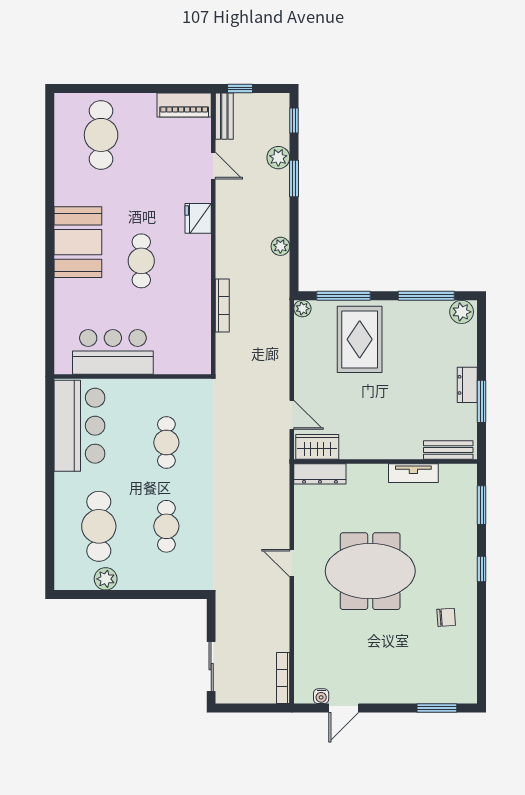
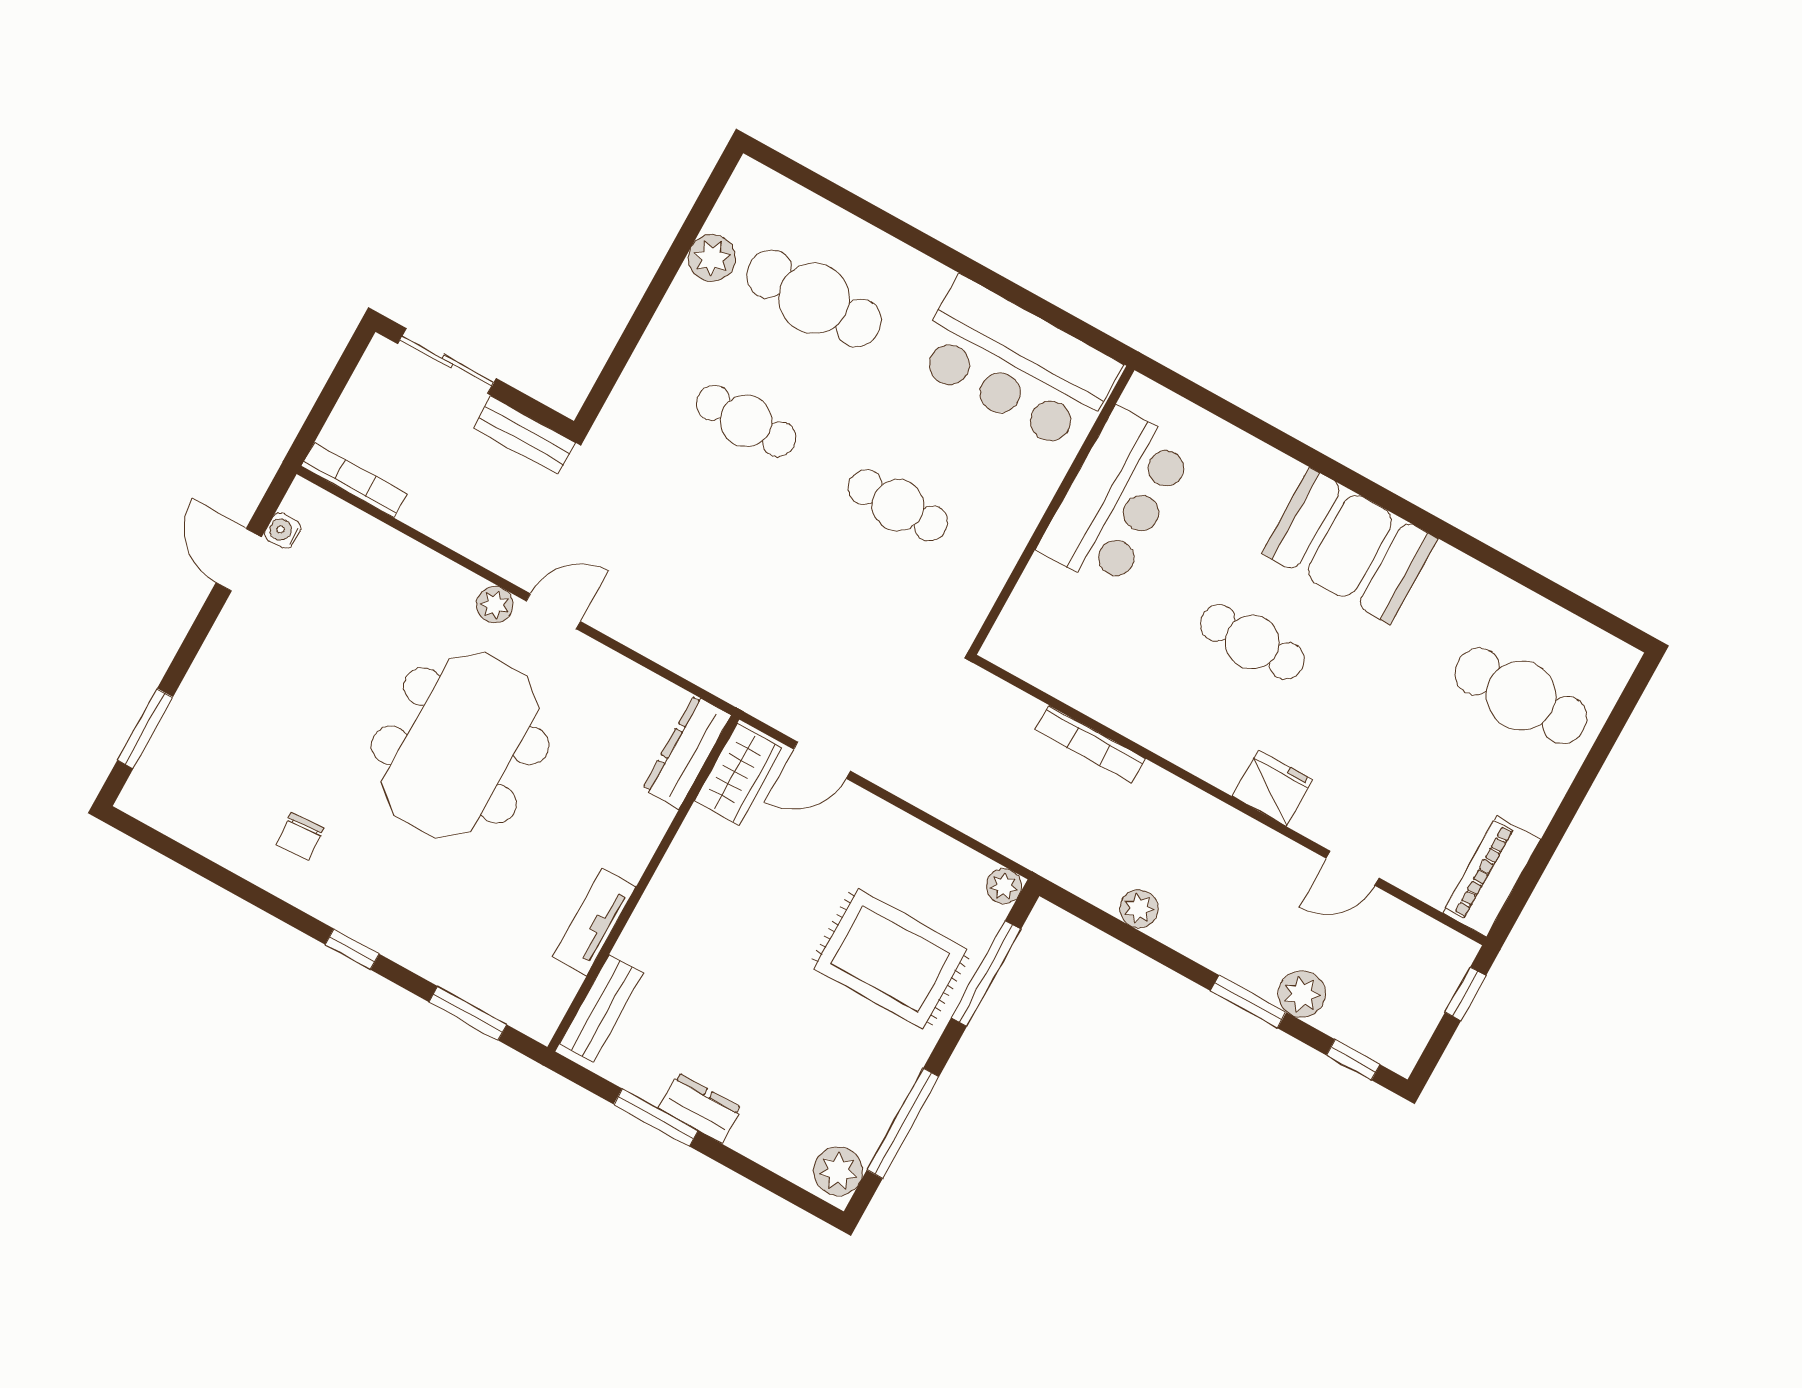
bench: (224, 116) -> (524, 435), moved
plant: (303, 589) -> (495, 605), added

